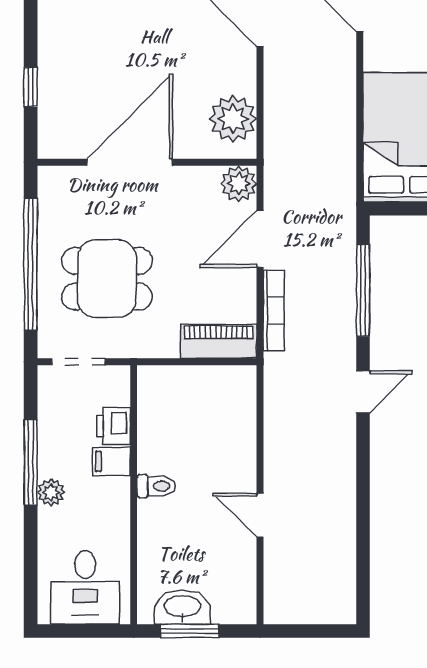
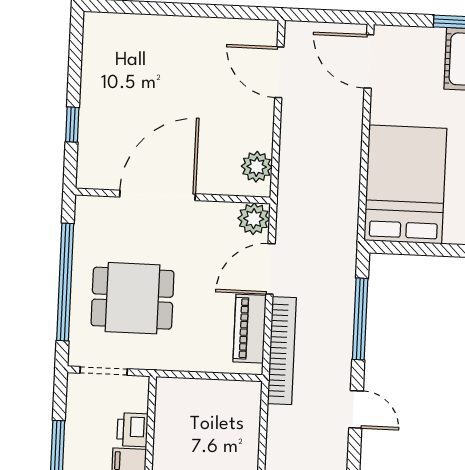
plant: (233, 119) -> (257, 167), width x0.73, depth x0.73
bookcase: (274, 310) -> (282, 351), width x1.48, depth x1.31
piano: (219, 341) -> (250, 329), moved, turned -90
door: (363, 392) -> (356, 409), hinge flipped

